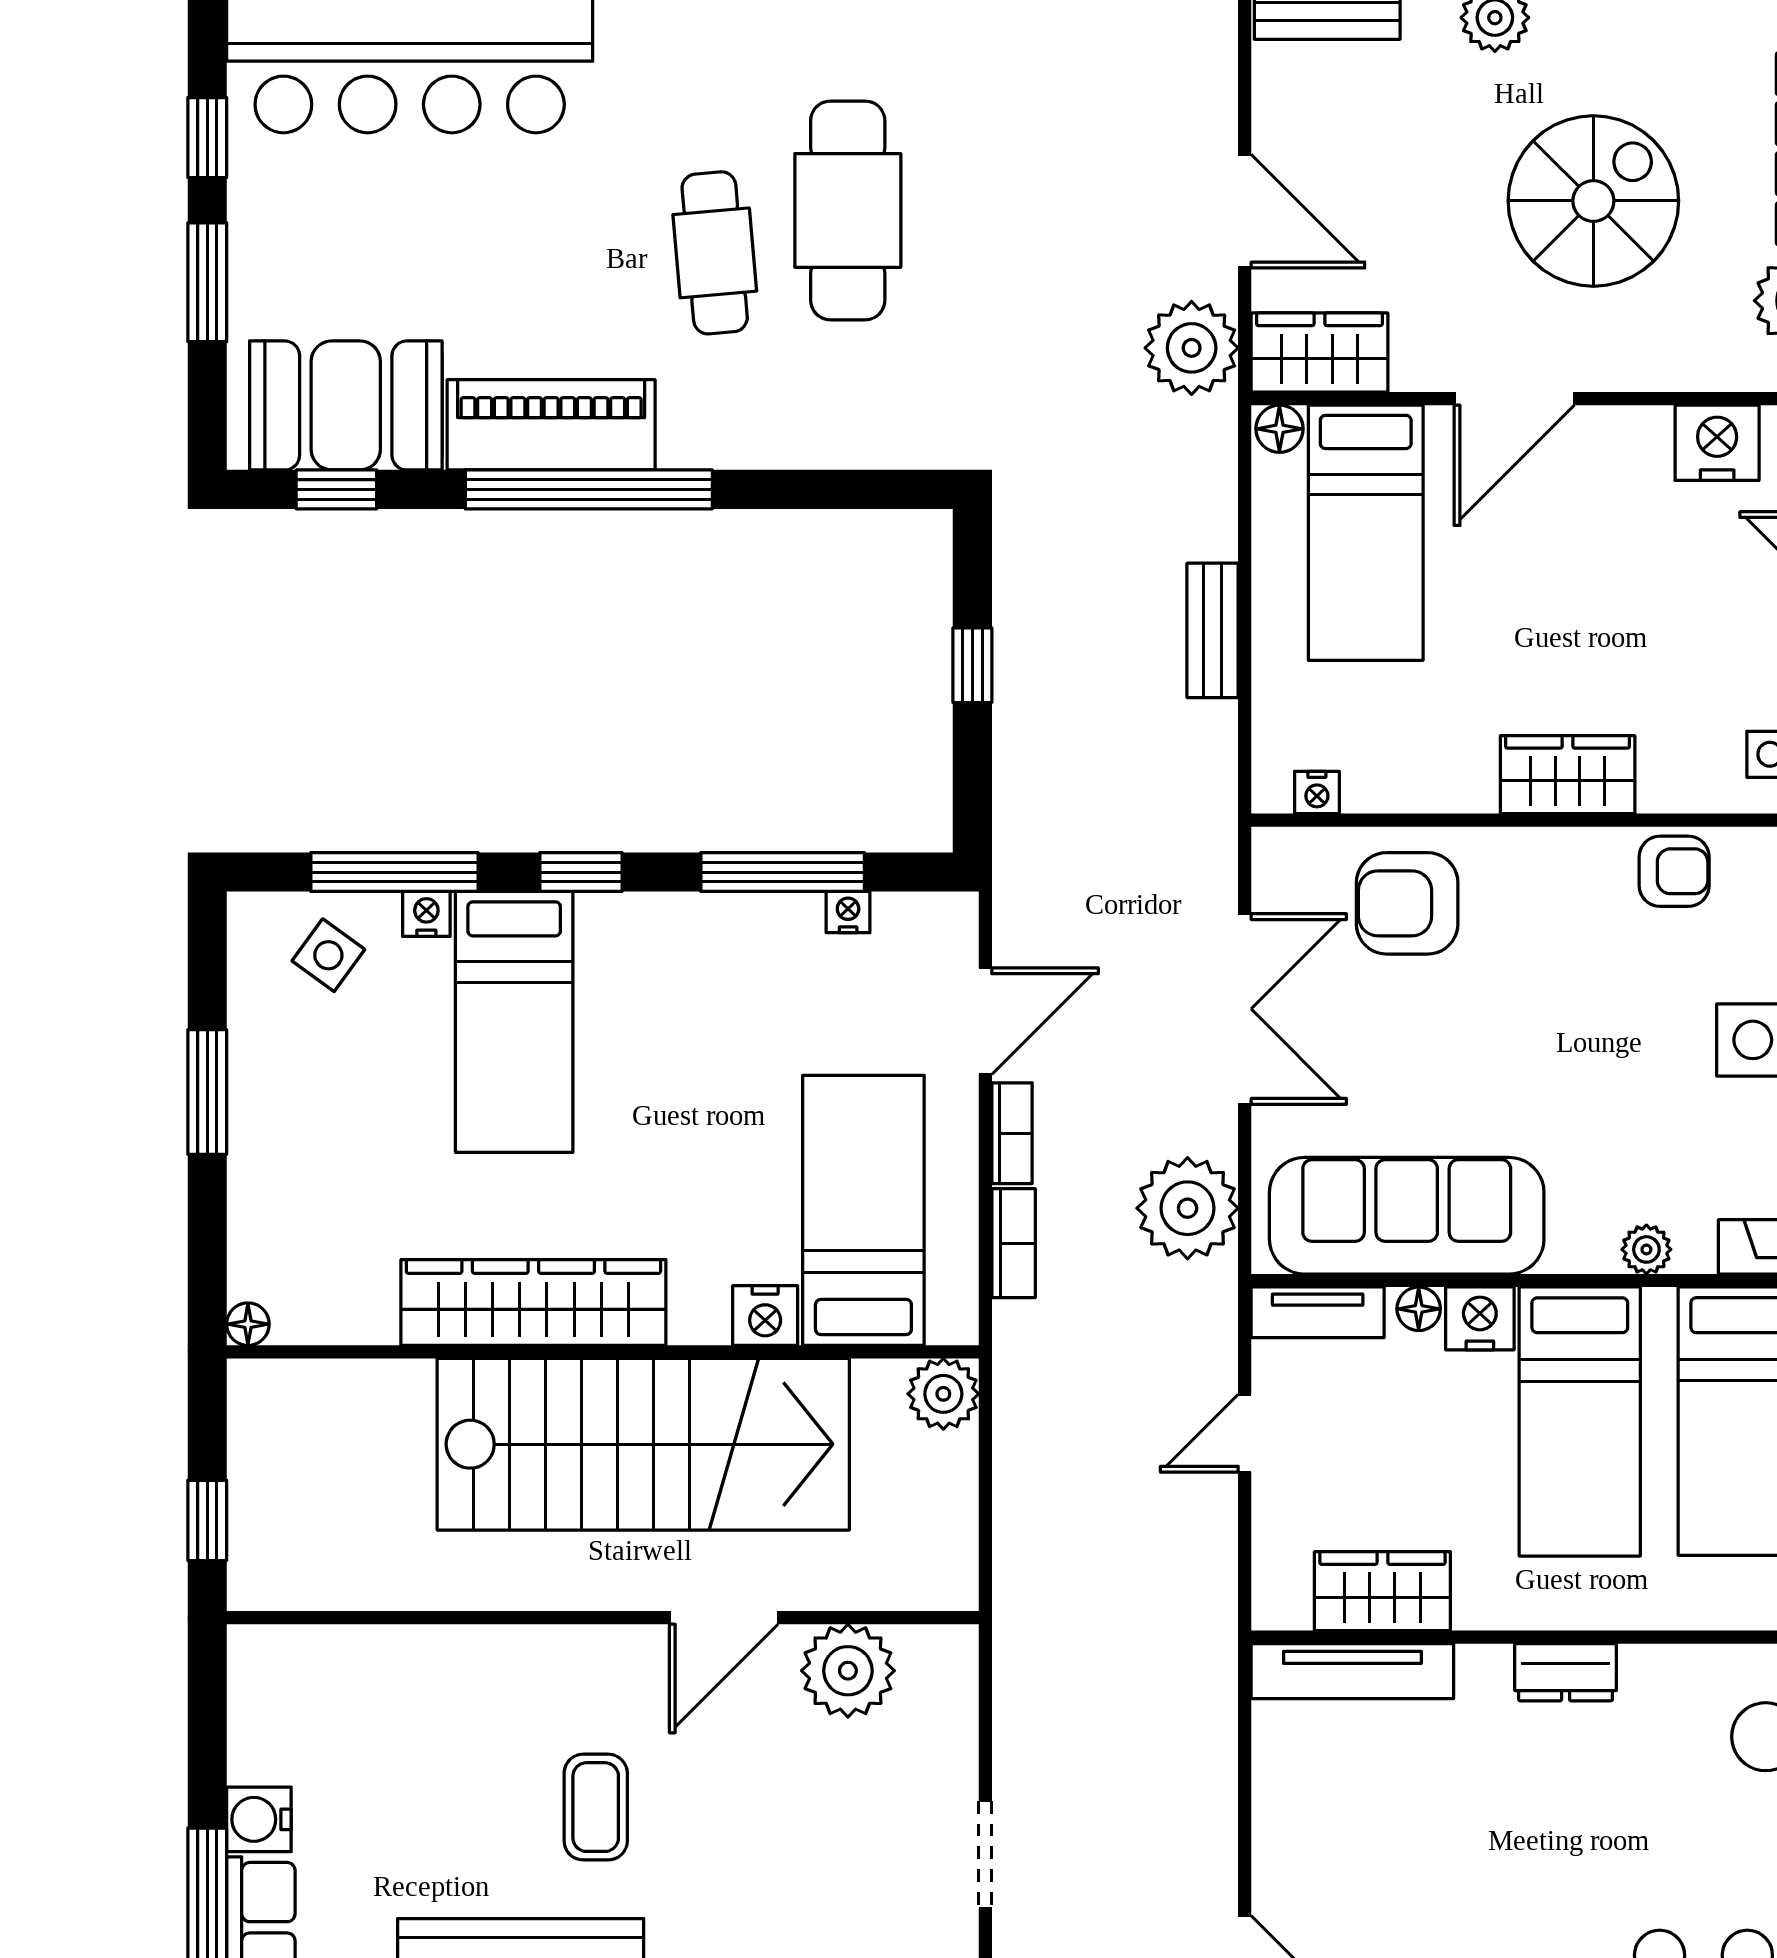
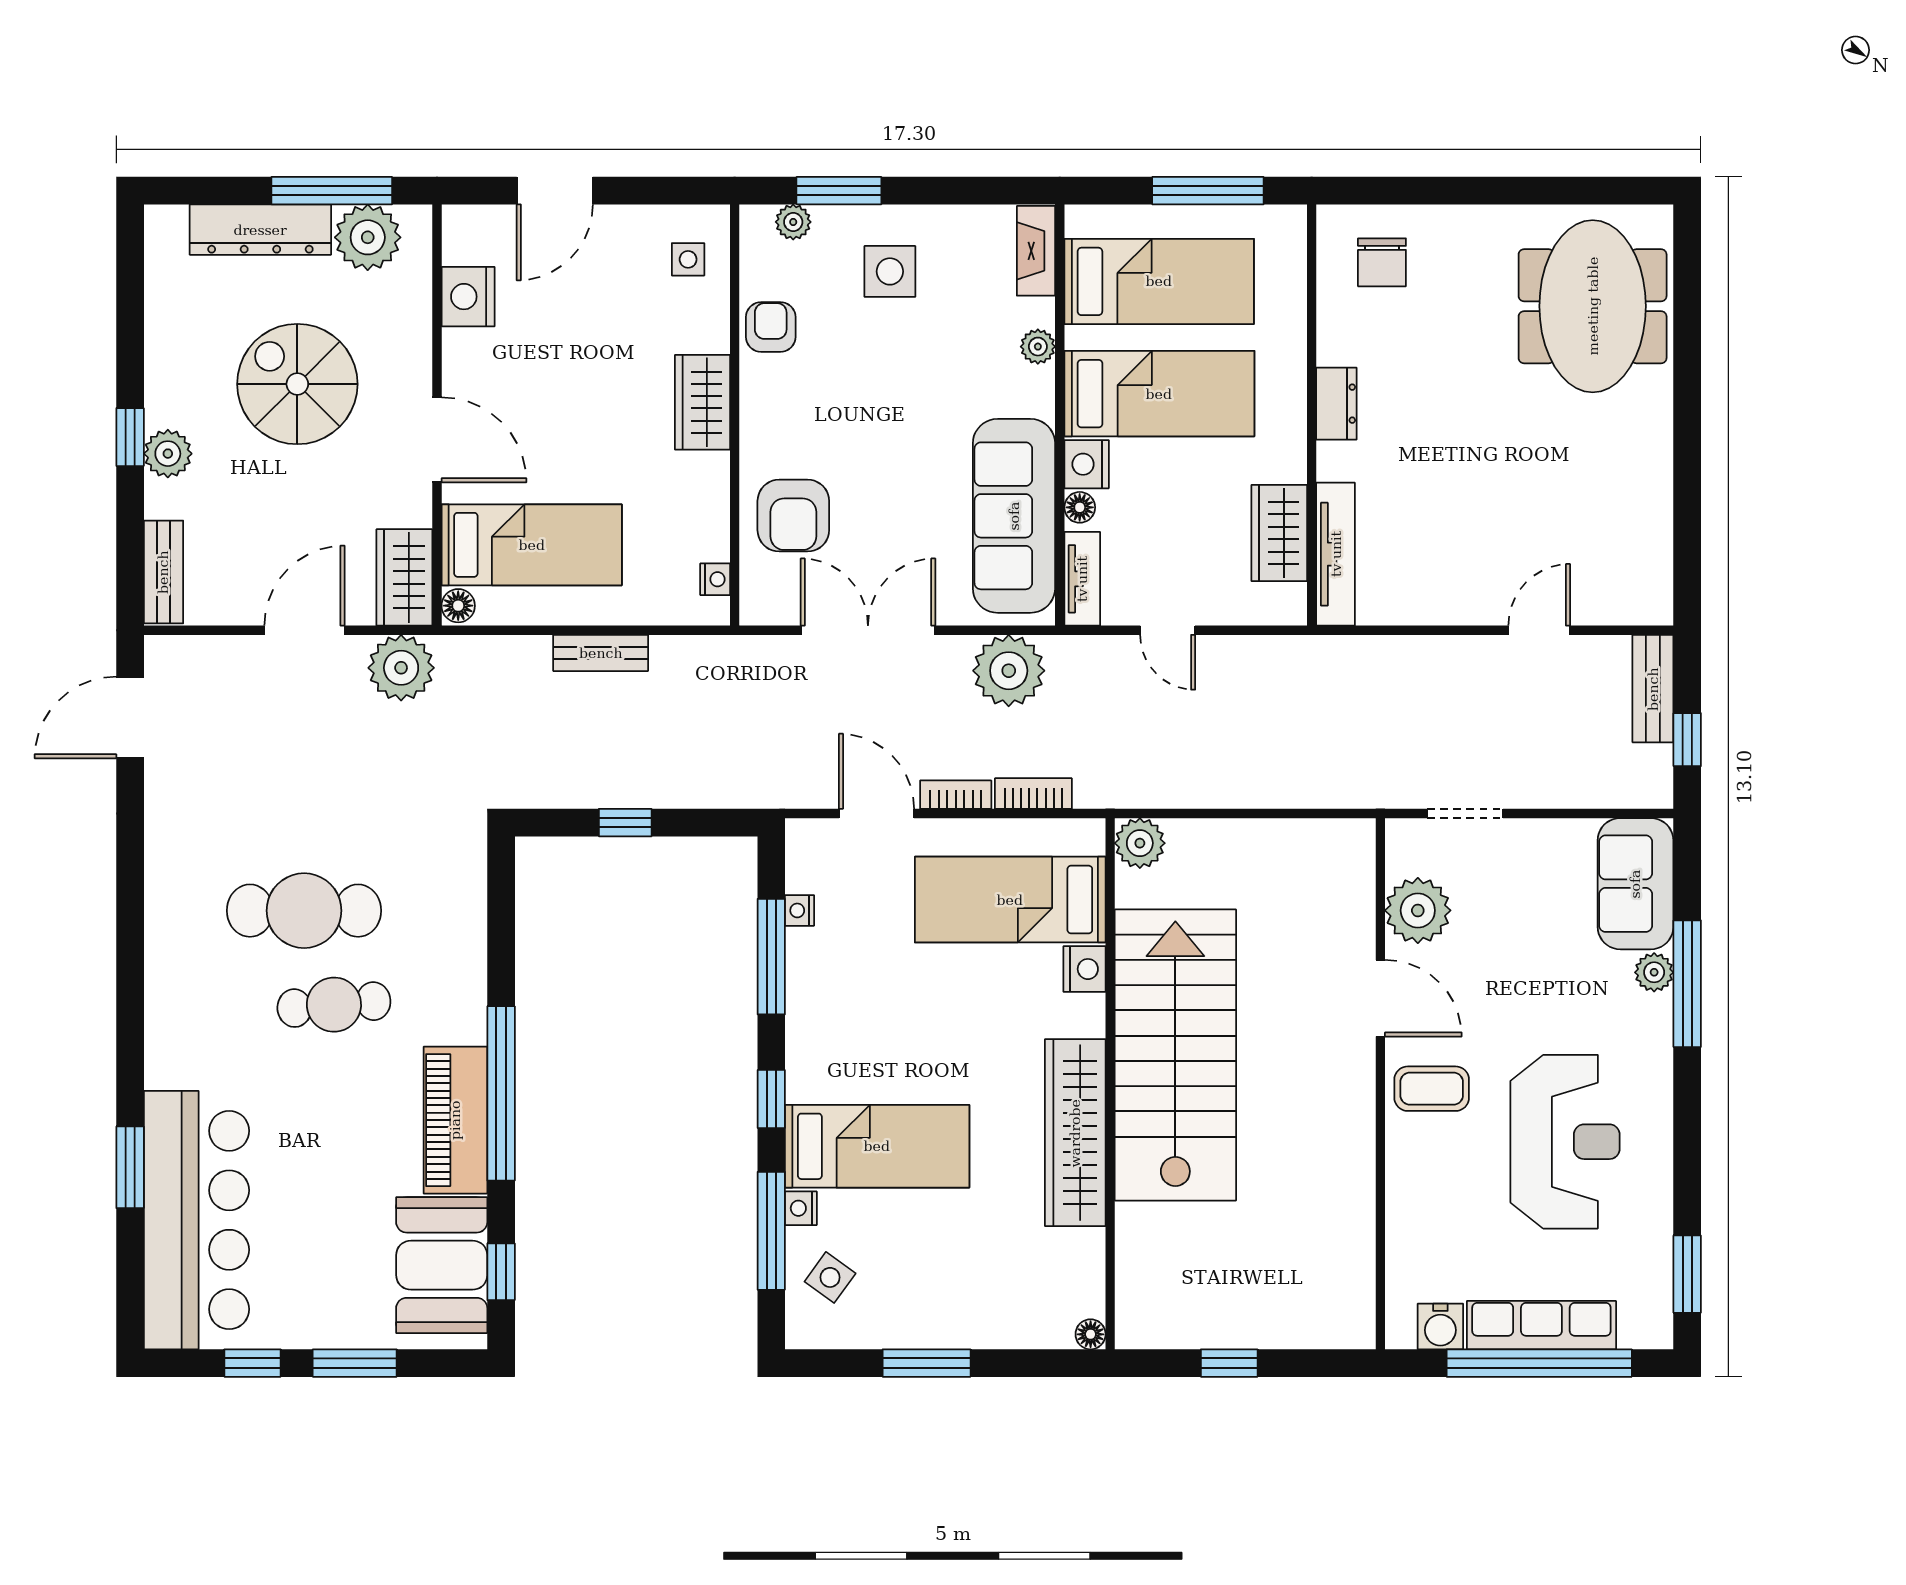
wall: (603, 1618) -> (1380, 1084), moved
door: (724, 1618) -> (1380, 998), moved
plant: (848, 1671) -> (1418, 910), moved

